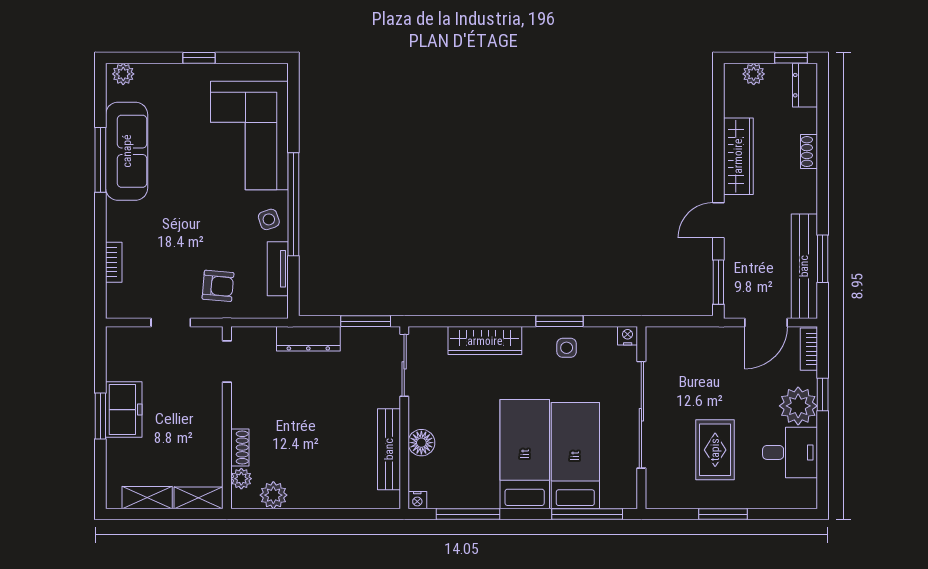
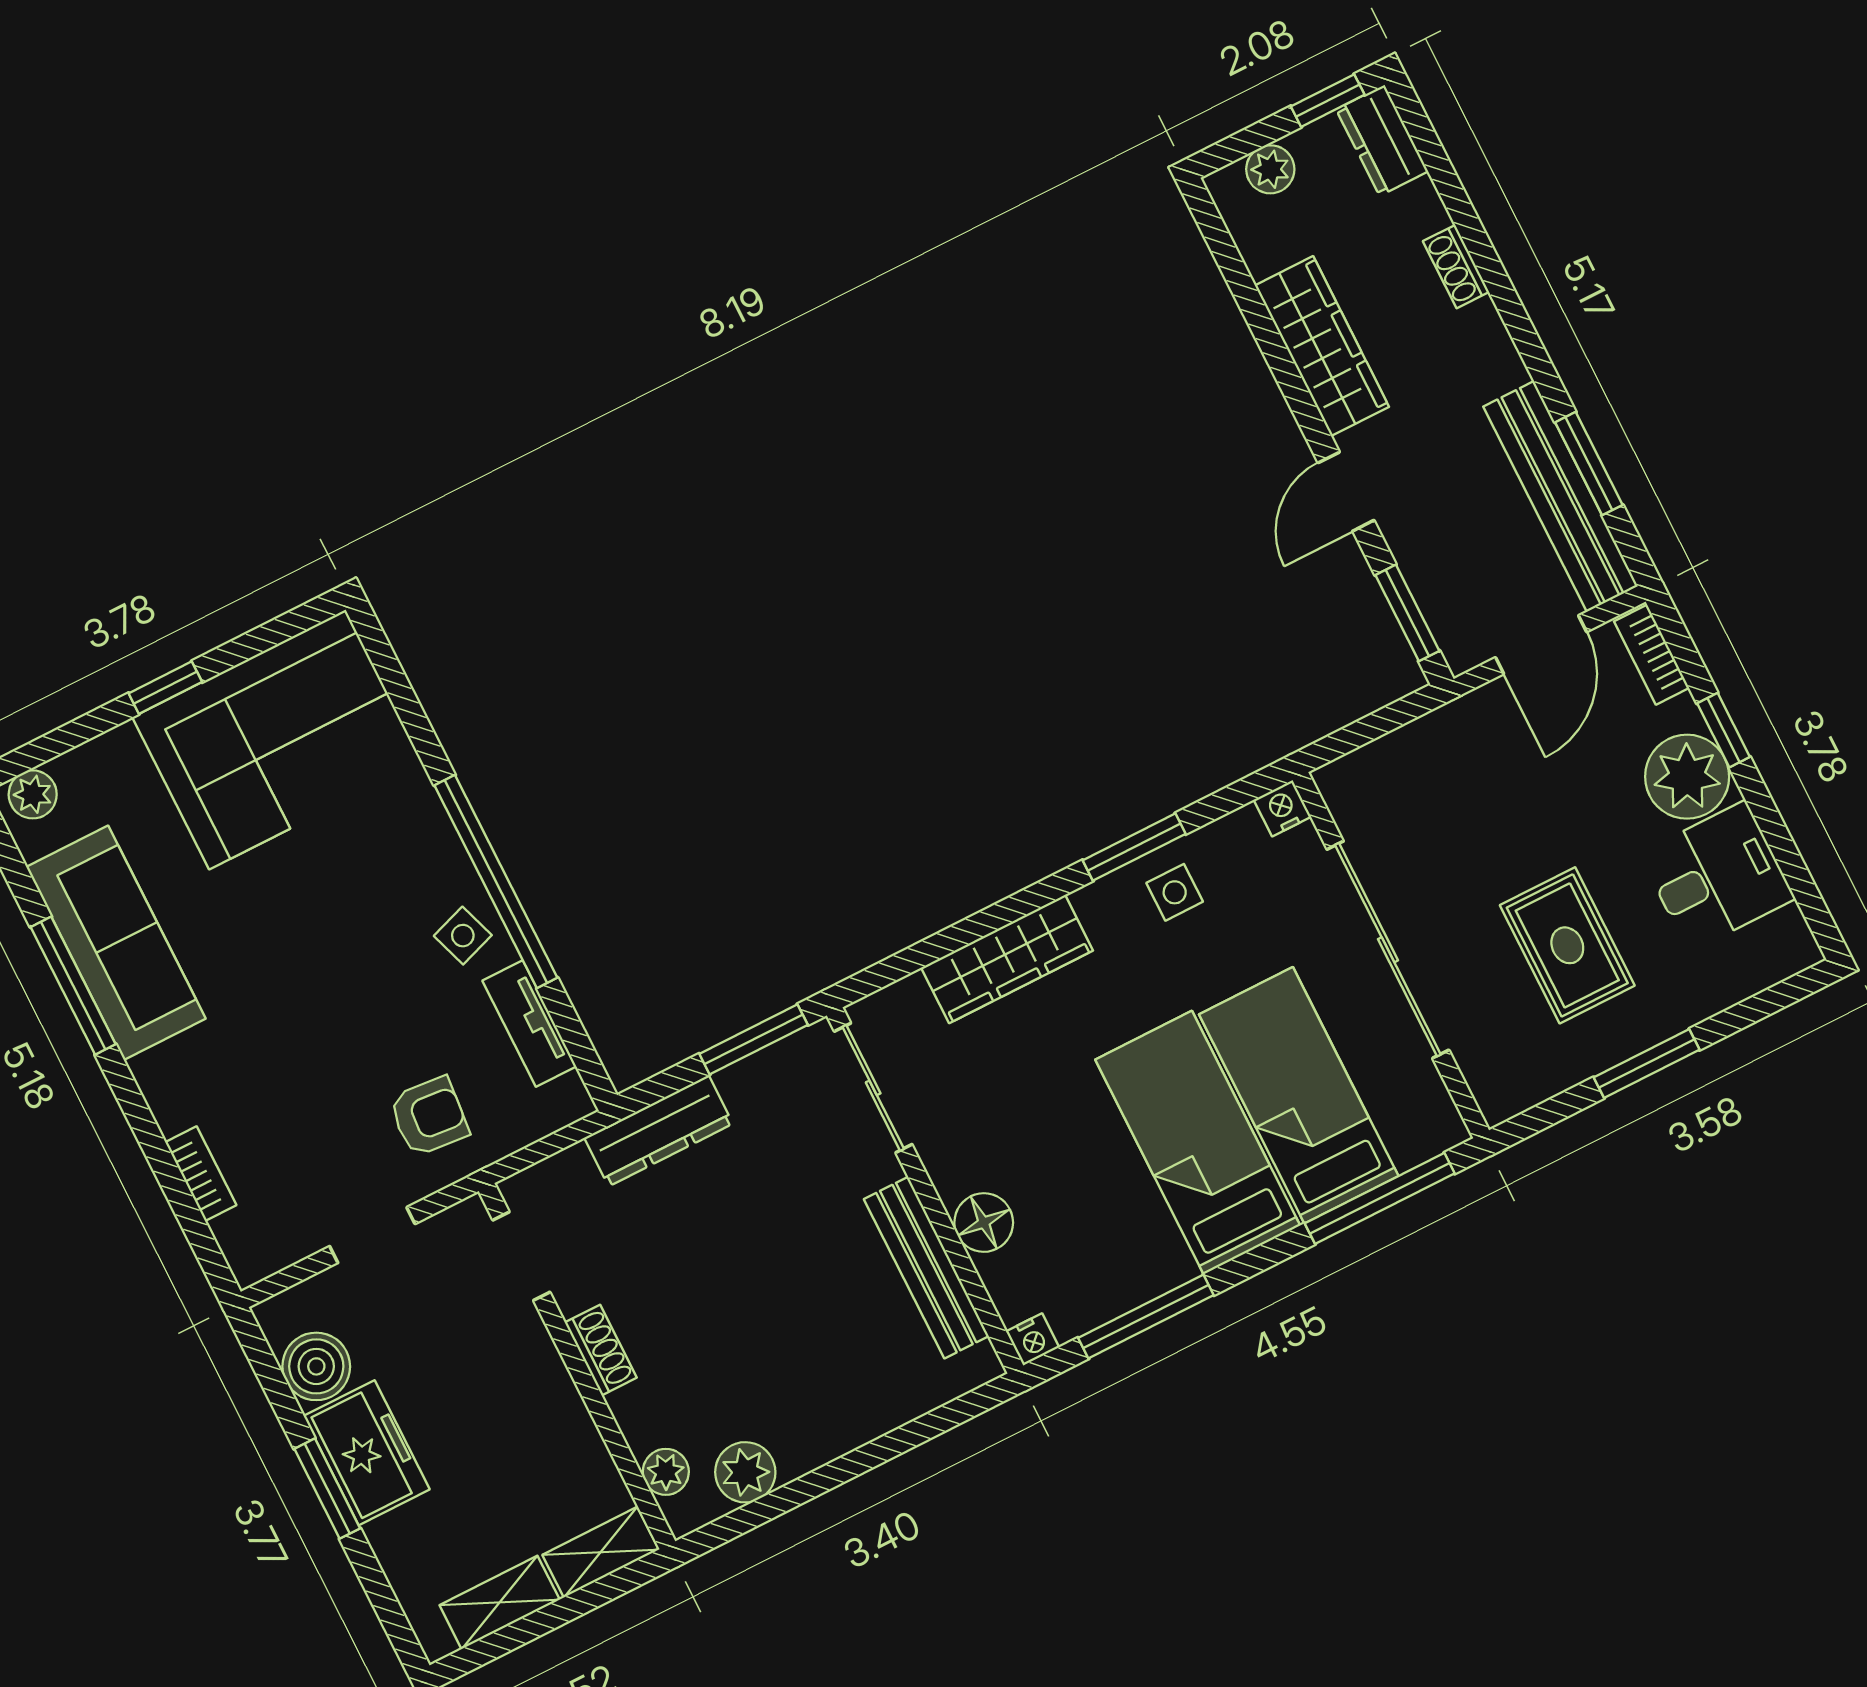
corner sofa: (249, 136) -> (277, 740), moved, turned -90
boiler: (121, 364) -> (316, 1366), added
shoe rack: (240, 448) -> (601, 1350), moved

